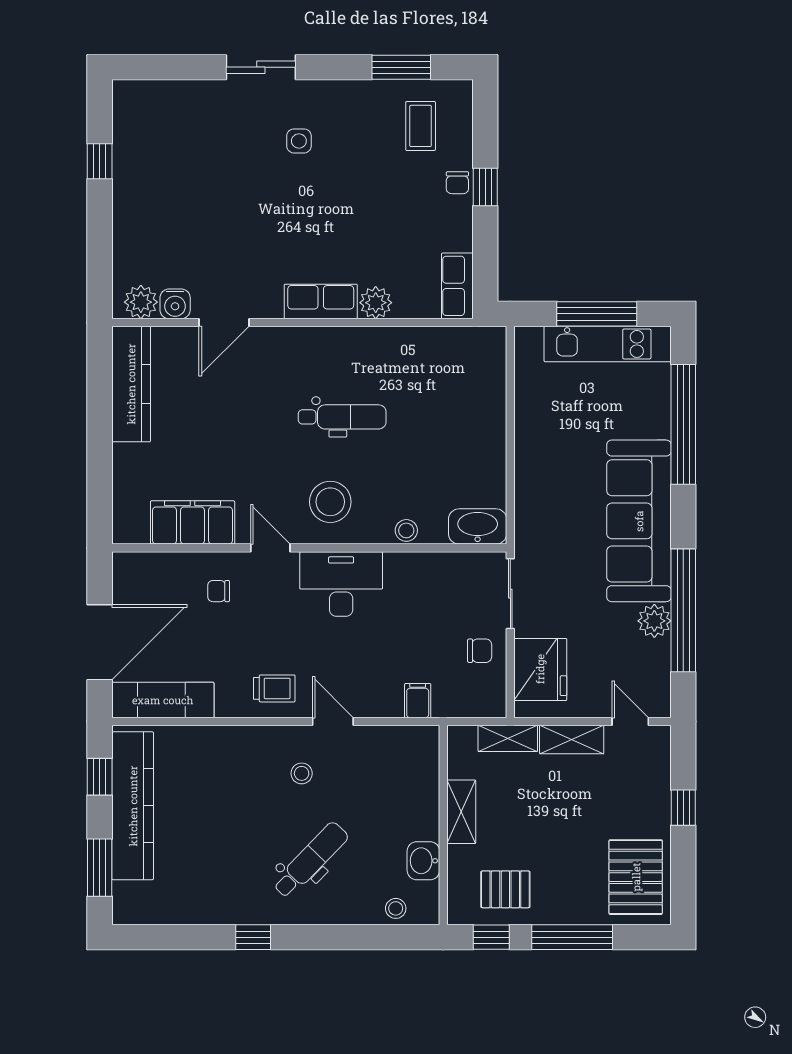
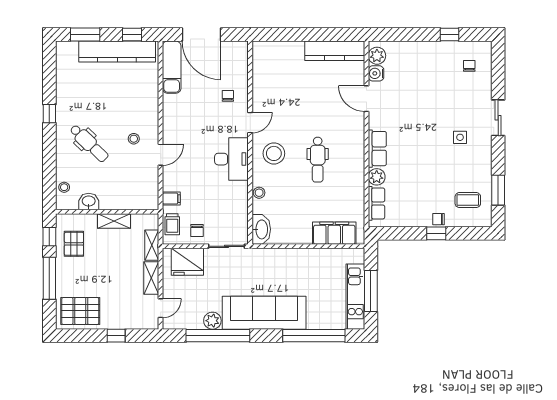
chair: (160, 123) -> (469, 66), added
row of seats: (457, 286) -> (376, 203), moved, turned 90
filing cabinet: (193, 522) -> (334, 233), moved, turned -90
trolley: (274, 688) -> (172, 224), moved

